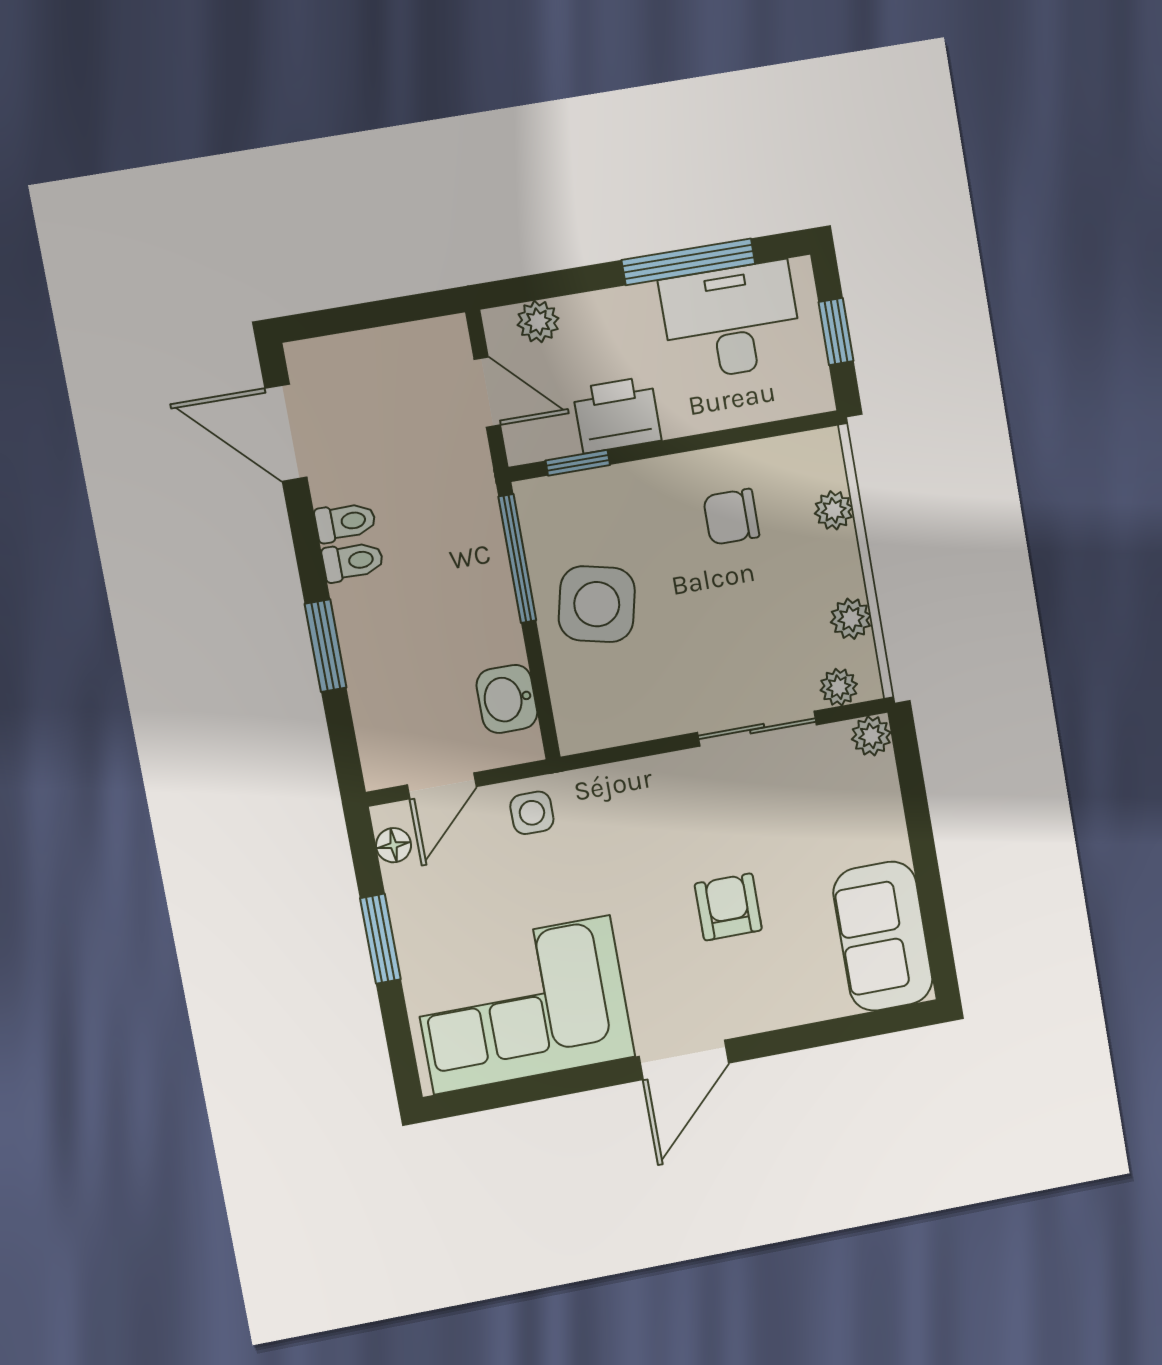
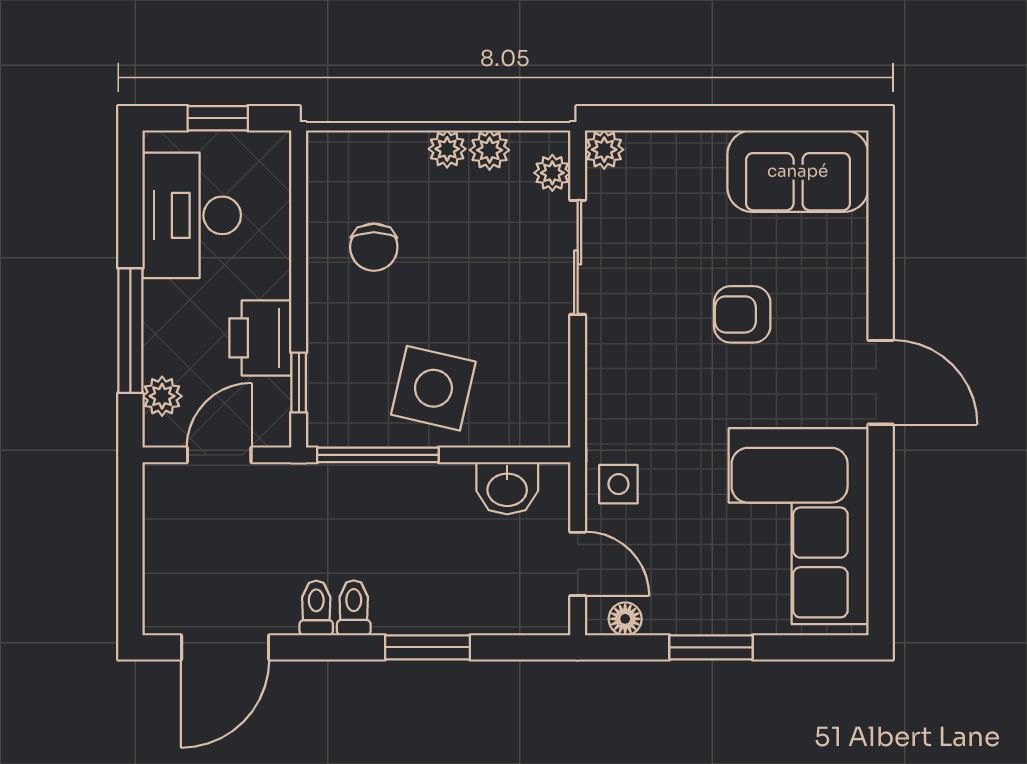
window: (688, 262) -> (130, 331), moved
plant: (834, 510) -> (447, 149), moved

